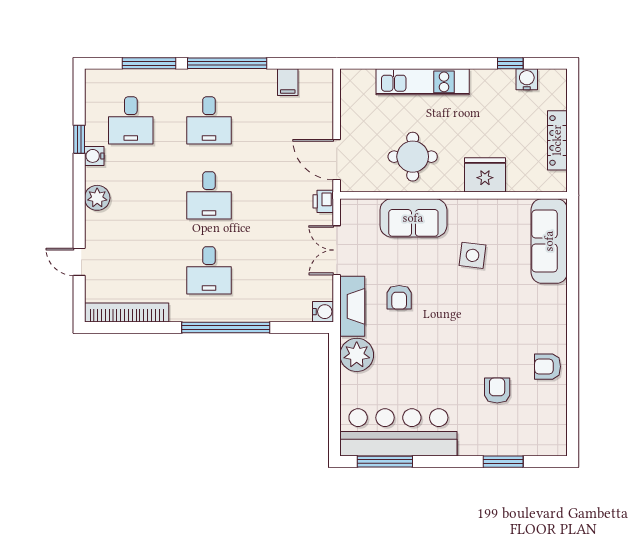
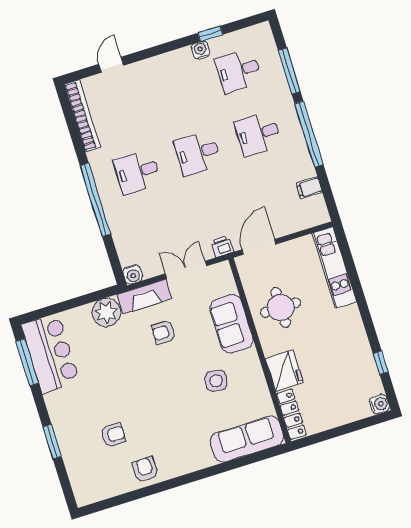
water cooler: (527, 79) -> (379, 404), moved
kitchen unit: (423, 82) -> (334, 267), moved
locker: (557, 140) -> (291, 414), moved, turned 90
plant: (97, 198) -> (167, 63), removed
bar counter: (398, 432) -> (50, 353), width x0.73
window: (503, 462) -> (52, 442), moved

